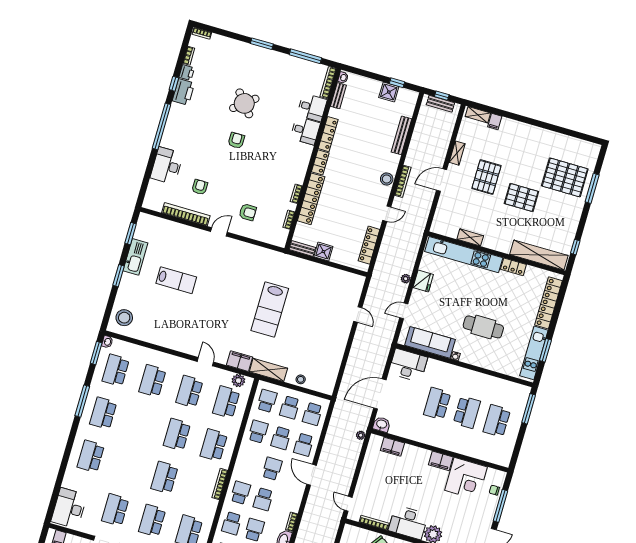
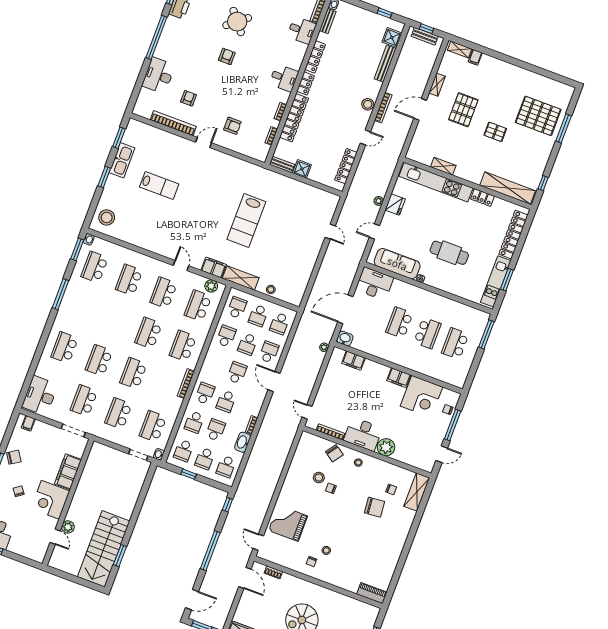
shower: (389, 92) -> (392, 38), moved
desk: (305, 131) -> (284, 78), moved
pallet: (521, 198) -> (495, 132), width x0.67, depth x0.71
school desk: (103, 413) -> (99, 360), moved
school desk: (304, 445) -> (269, 352), turned 180

